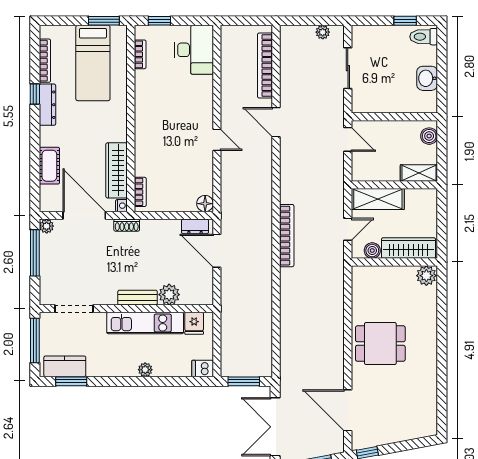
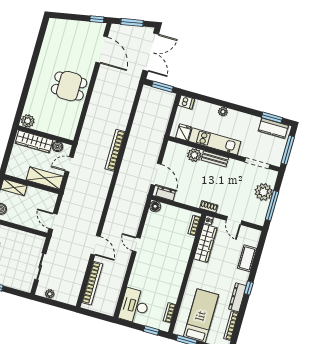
window: (35, 94) -> (249, 288), moved
door: (84, 215) -> (234, 221), width x0.53
plant: (47, 226) -> (264, 192), moved, width x1.87, depth x1.87
bookcase: (287, 236) -> (115, 150), moved

